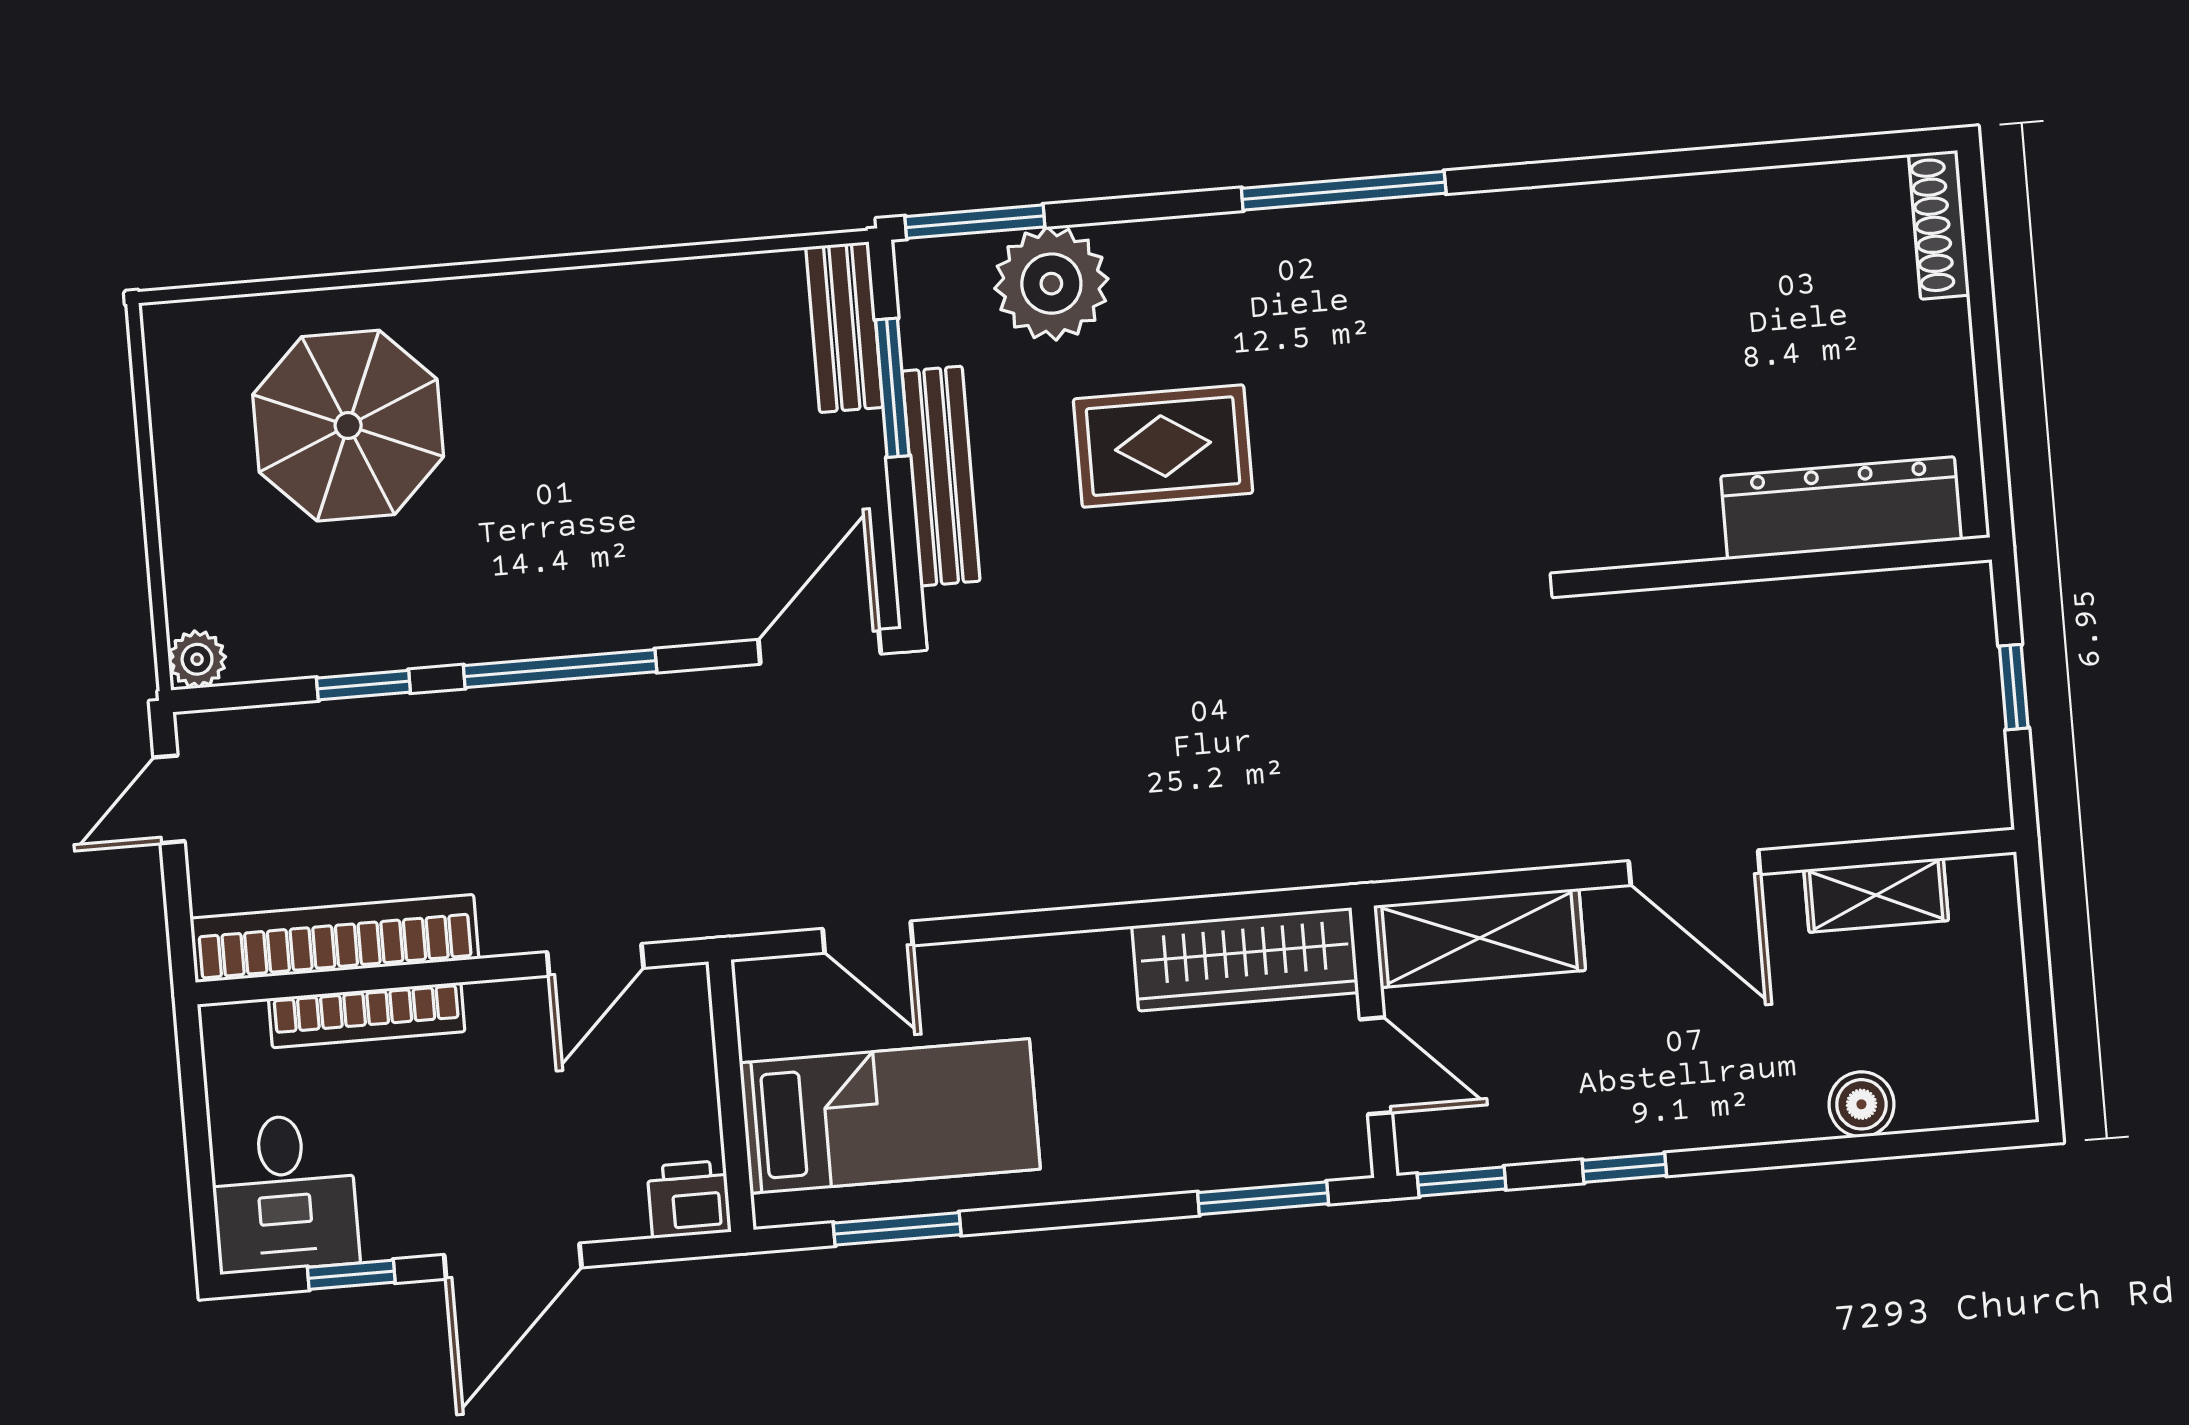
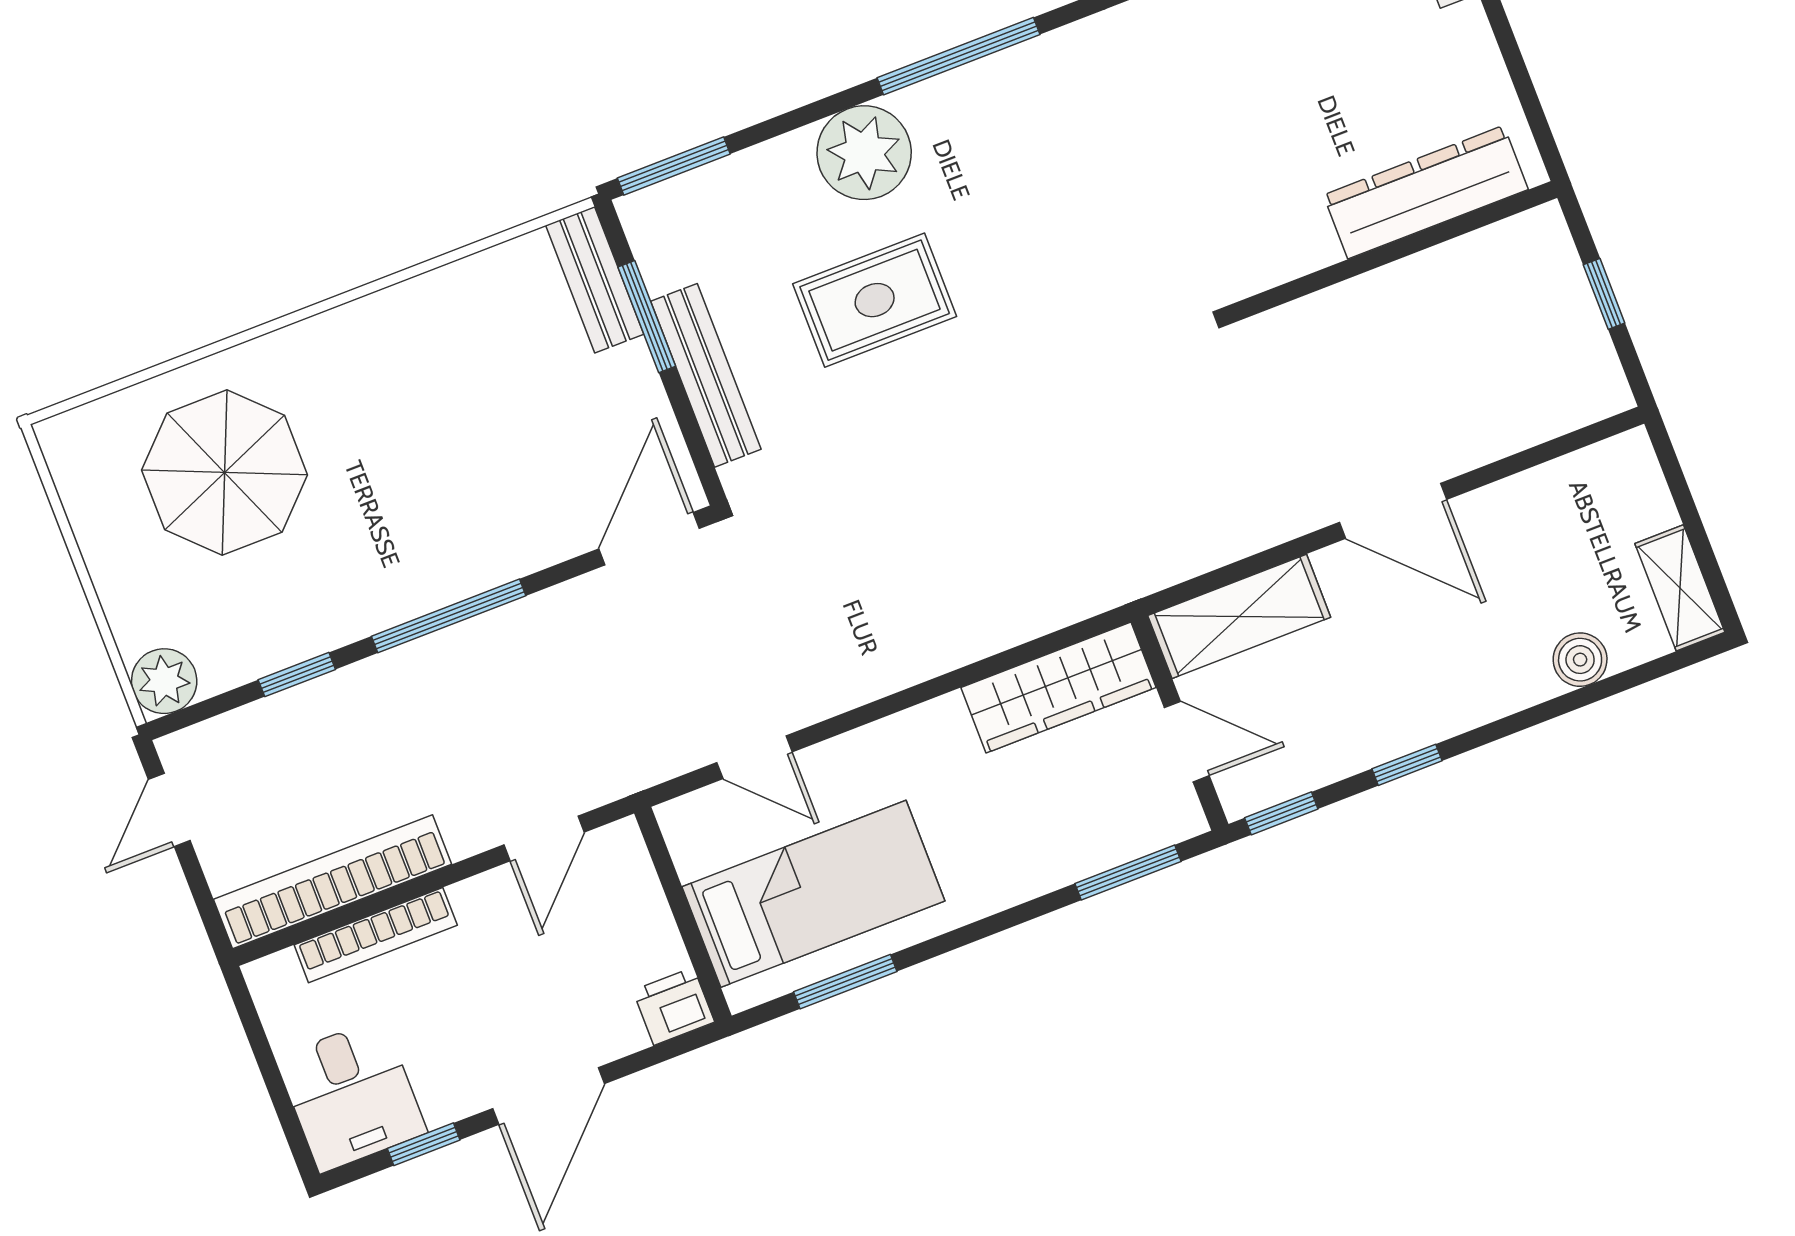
plant: (1051, 284) -> (864, 153), moved
plant: (197, 659) -> (164, 681), width x1.38, depth x1.38
shelving: (1876, 895) -> (1680, 588), moved, turned 90

